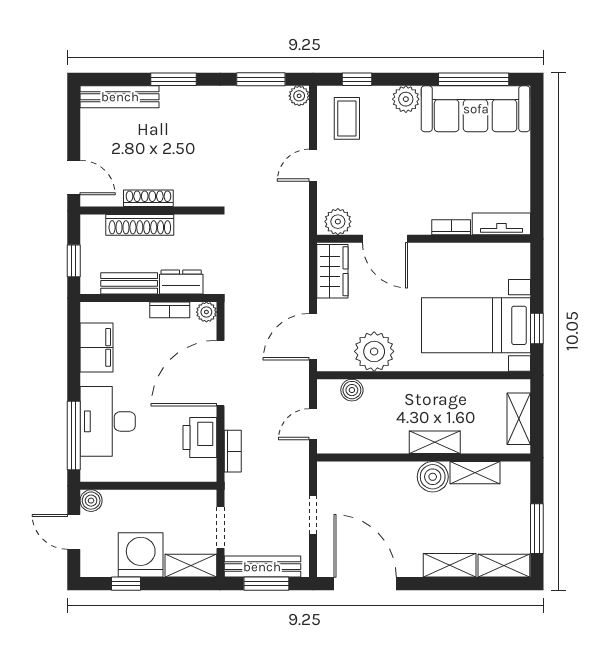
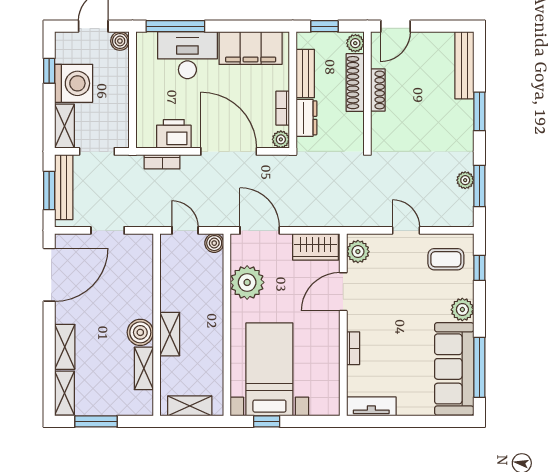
plant: (299, 96) -> (465, 180), moved
tv unit: (501, 224) -> (371, 406), moved, turned -90
plant: (94, 225) -> (355, 43), added
filing cabinet: (97, 347) -> (251, 48), width x1.50, depth x1.17
boiler: (352, 390) -> (214, 243), moved

